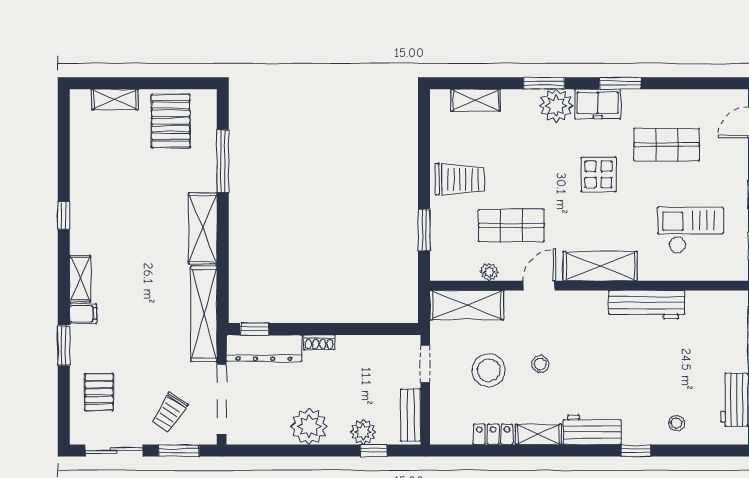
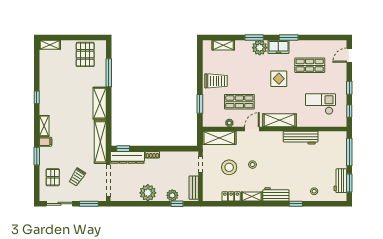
shelving: (115, 99) -> (50, 45), moved
trolley: (169, 413) -> (77, 177), moved

